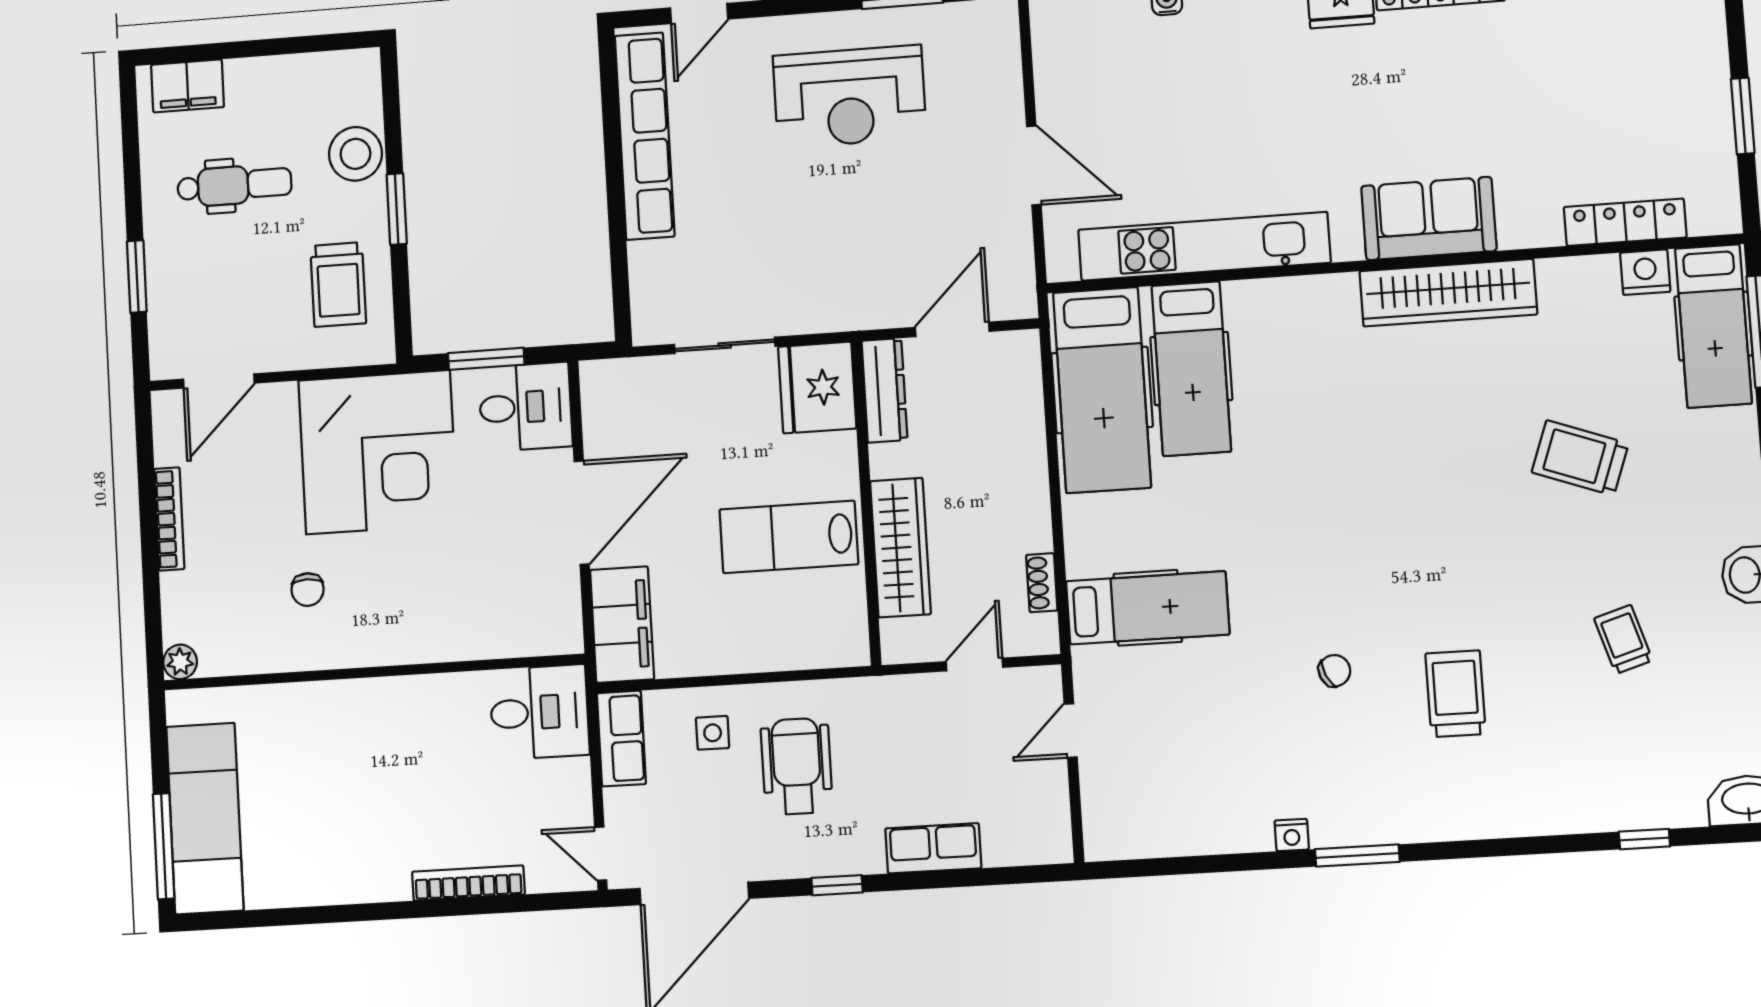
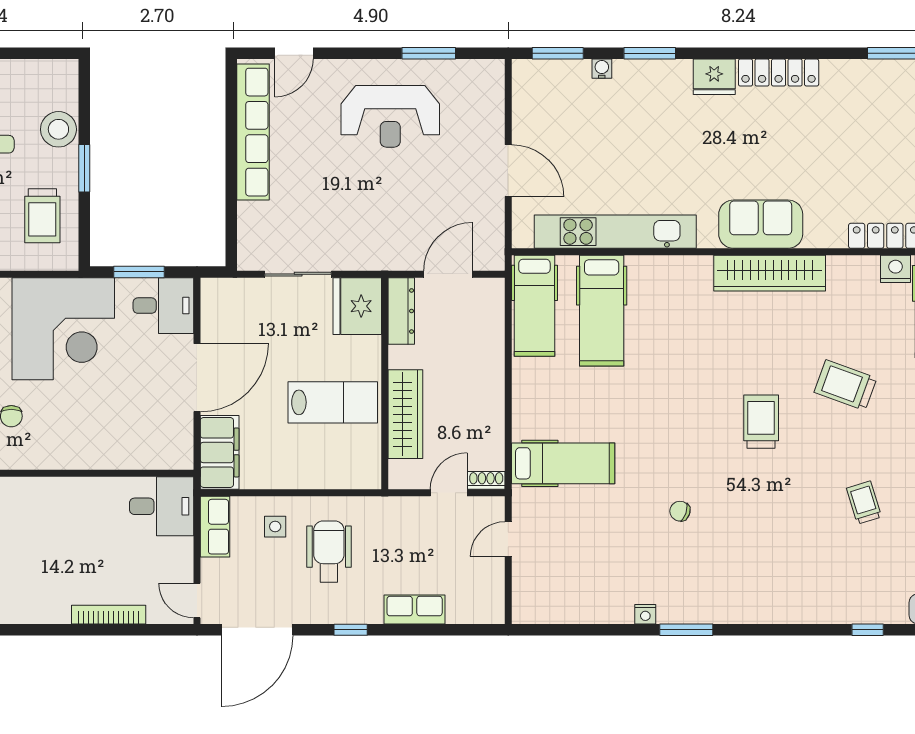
hospital bed: (1102, 390) -> (534, 306), width x0.73, depth x0.78
lab bench: (789, 537) -> (333, 402), turned 180
shoe rack: (1042, 583) -> (486, 480), moved, turned 90
chair: (1335, 671) -> (680, 511), turned -137
trolley: (1456, 694) -> (761, 422), moved

